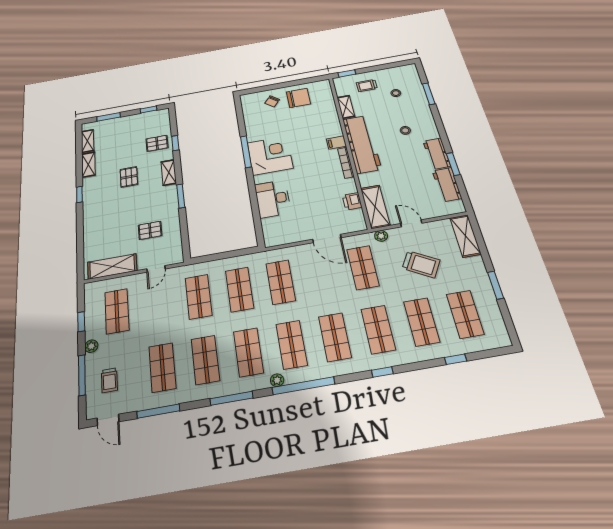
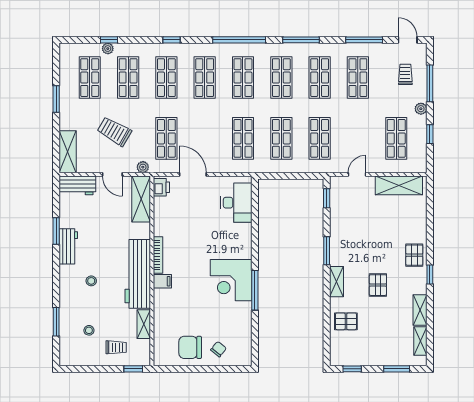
window: (175, 143) -> (327, 198), moved
workbench: (447, 185) -> (77, 185), moved, turned 90
desk: (273, 199) -> (236, 203), moved
printer: (352, 201) -> (161, 187), moved
pallet: (150, 230) -> (414, 255), moved, turned 90
plant: (277, 380) -> (108, 49), moved

